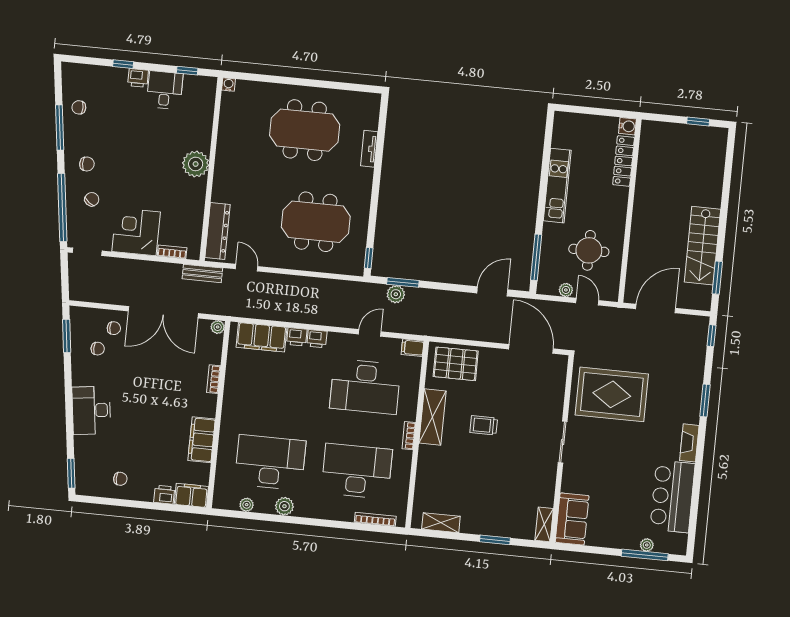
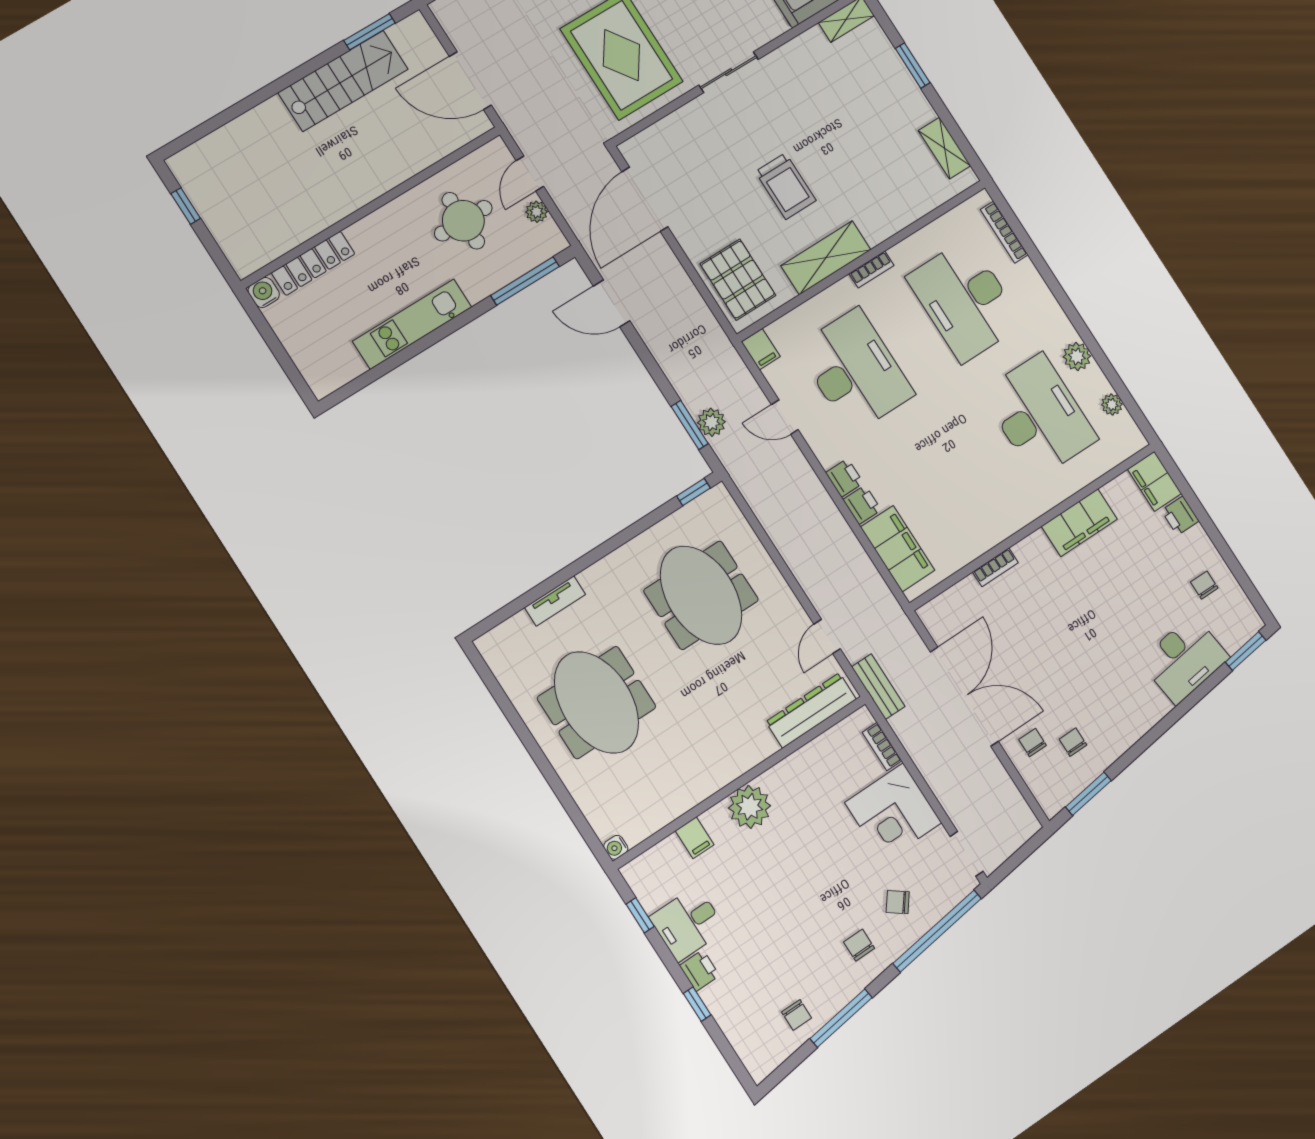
filing cabinet: (202, 126) -> (695, 838), added
plant: (218, 327) -> (929, 614), removed
desk: (91, 410) -> (1184, 659), moved
trolley: (484, 425) -> (786, 186), width x1.36, depth x1.39
desk: (270, 462) -> (1039, 416), turned 180

